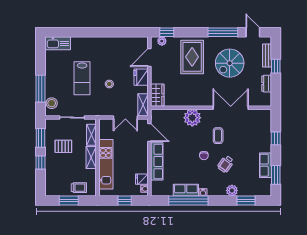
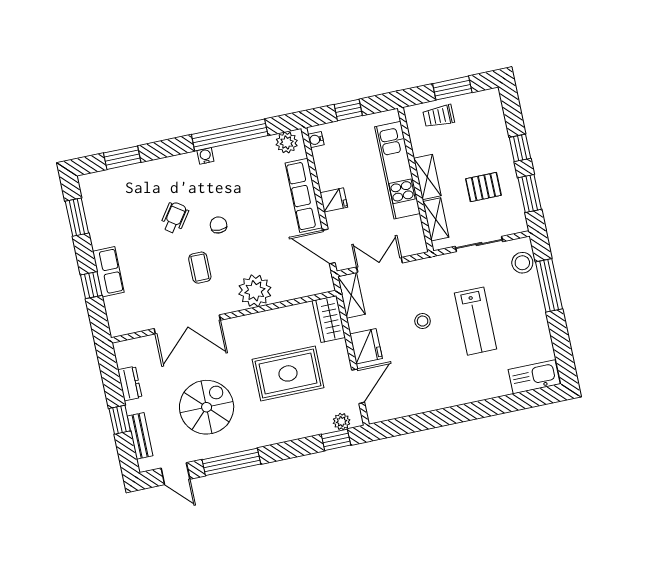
rug: (192, 57) -> (288, 373), moved, turned 90
lab bench: (82, 78) -> (476, 321), turned 180
row of seats: (266, 165) -> (108, 272), moved
fridge: (142, 179) -> (334, 200), moved
row of seats: (186, 190) -> (238, 153), removed
plant: (232, 190) -> (287, 143), moved

